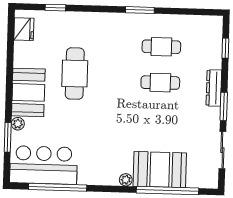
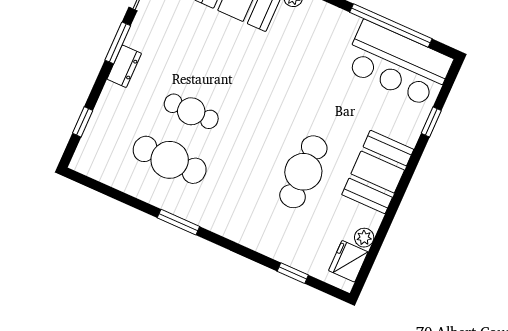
cafe table: (161, 47) -> (170, 160), width x1.37, depth x1.35
dresser: (214, 88) -> (124, 66), width x0.70
plant: (18, 124) -> (364, 238), moved
window: (8, 137) -> (431, 122), width x0.67

